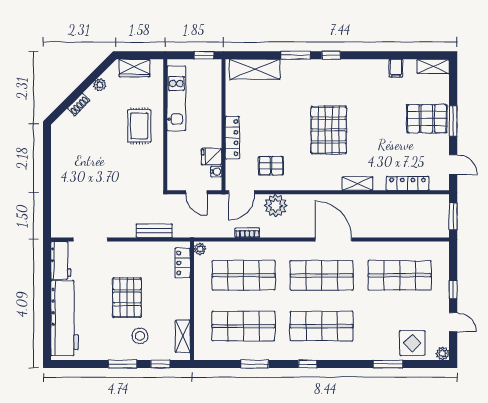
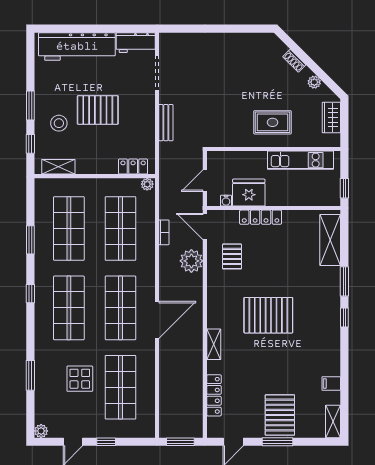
fridge: (212, 157) -> (249, 193), width x1.88, depth x1.34
bench: (154, 231) -> (166, 123), moved
display table: (412, 343) -> (80, 379), moved

